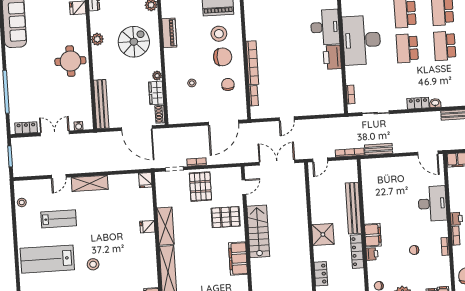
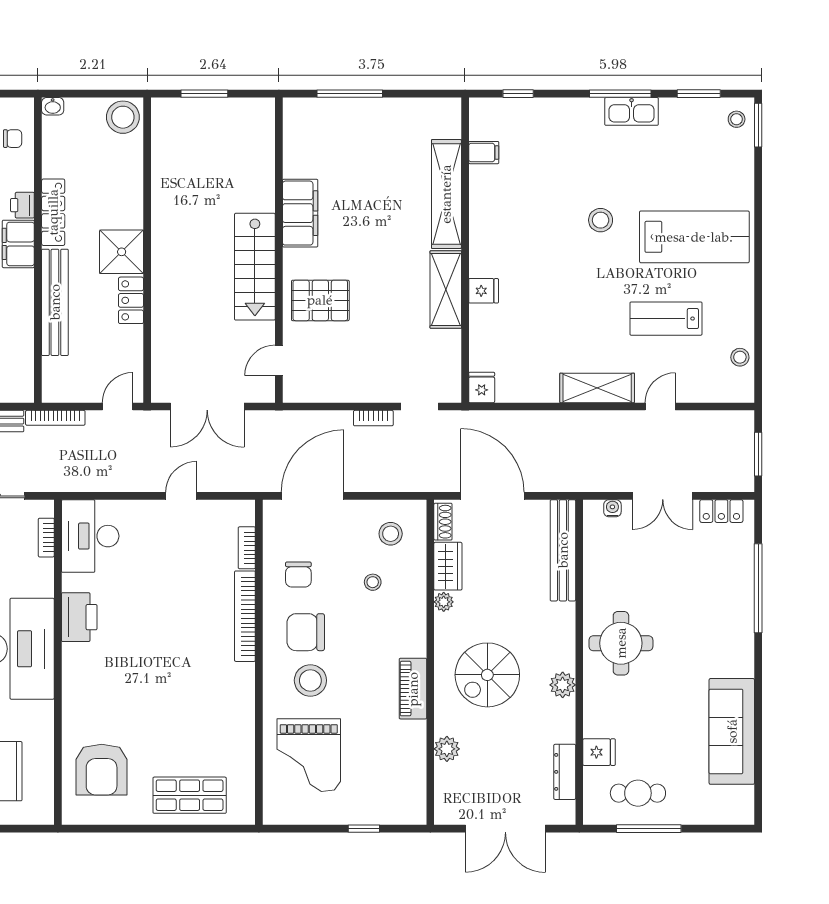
desk: (325, 27) -> (90, 536), moved
stool: (185, 107) -> (391, 534), added
pallet: (200, 187) -> (368, 367), removed
locker: (321, 274) -> (131, 300), moved

